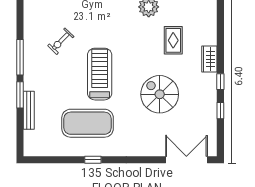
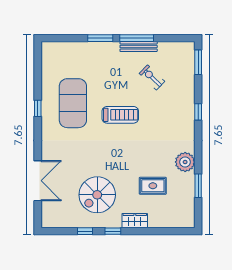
treadmill: (100, 74) -> (120, 115), width x0.73, depth x0.73
spiral stairs: (160, 94) -> (97, 195), moved, turned 180
bench: (29, 110) -> (139, 47), moved
double door: (186, 160) -> (38, 181), moved

